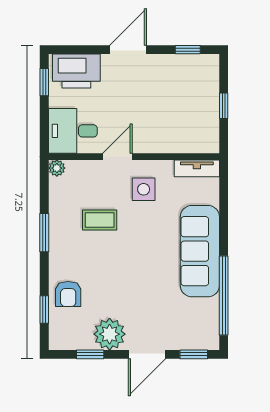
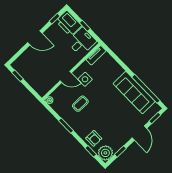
door: (128, 50) -> (35, 38), swing flipped
printer: (76, 71) -> (69, 23), moved, turned 90
desk: (73, 131) -> (82, 42), moved, turned 180
door: (117, 157) -> (66, 77), swing flipped
sofa: (200, 251) -> (134, 93), moved
plant: (110, 334) -> (105, 153), moved

